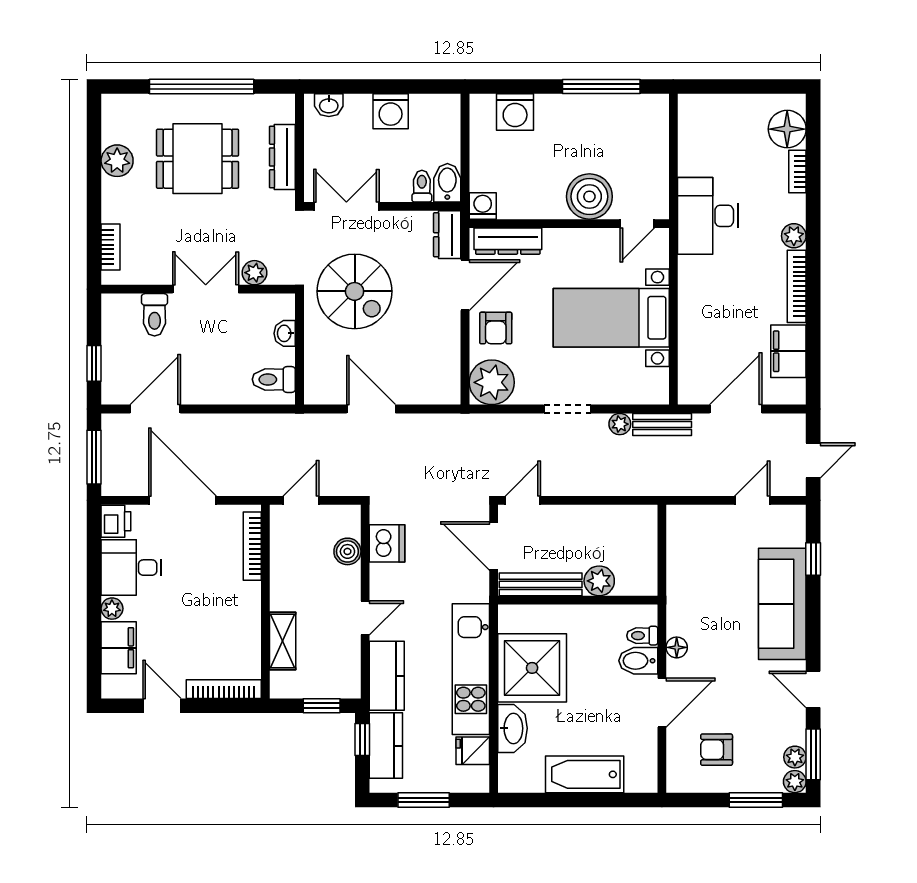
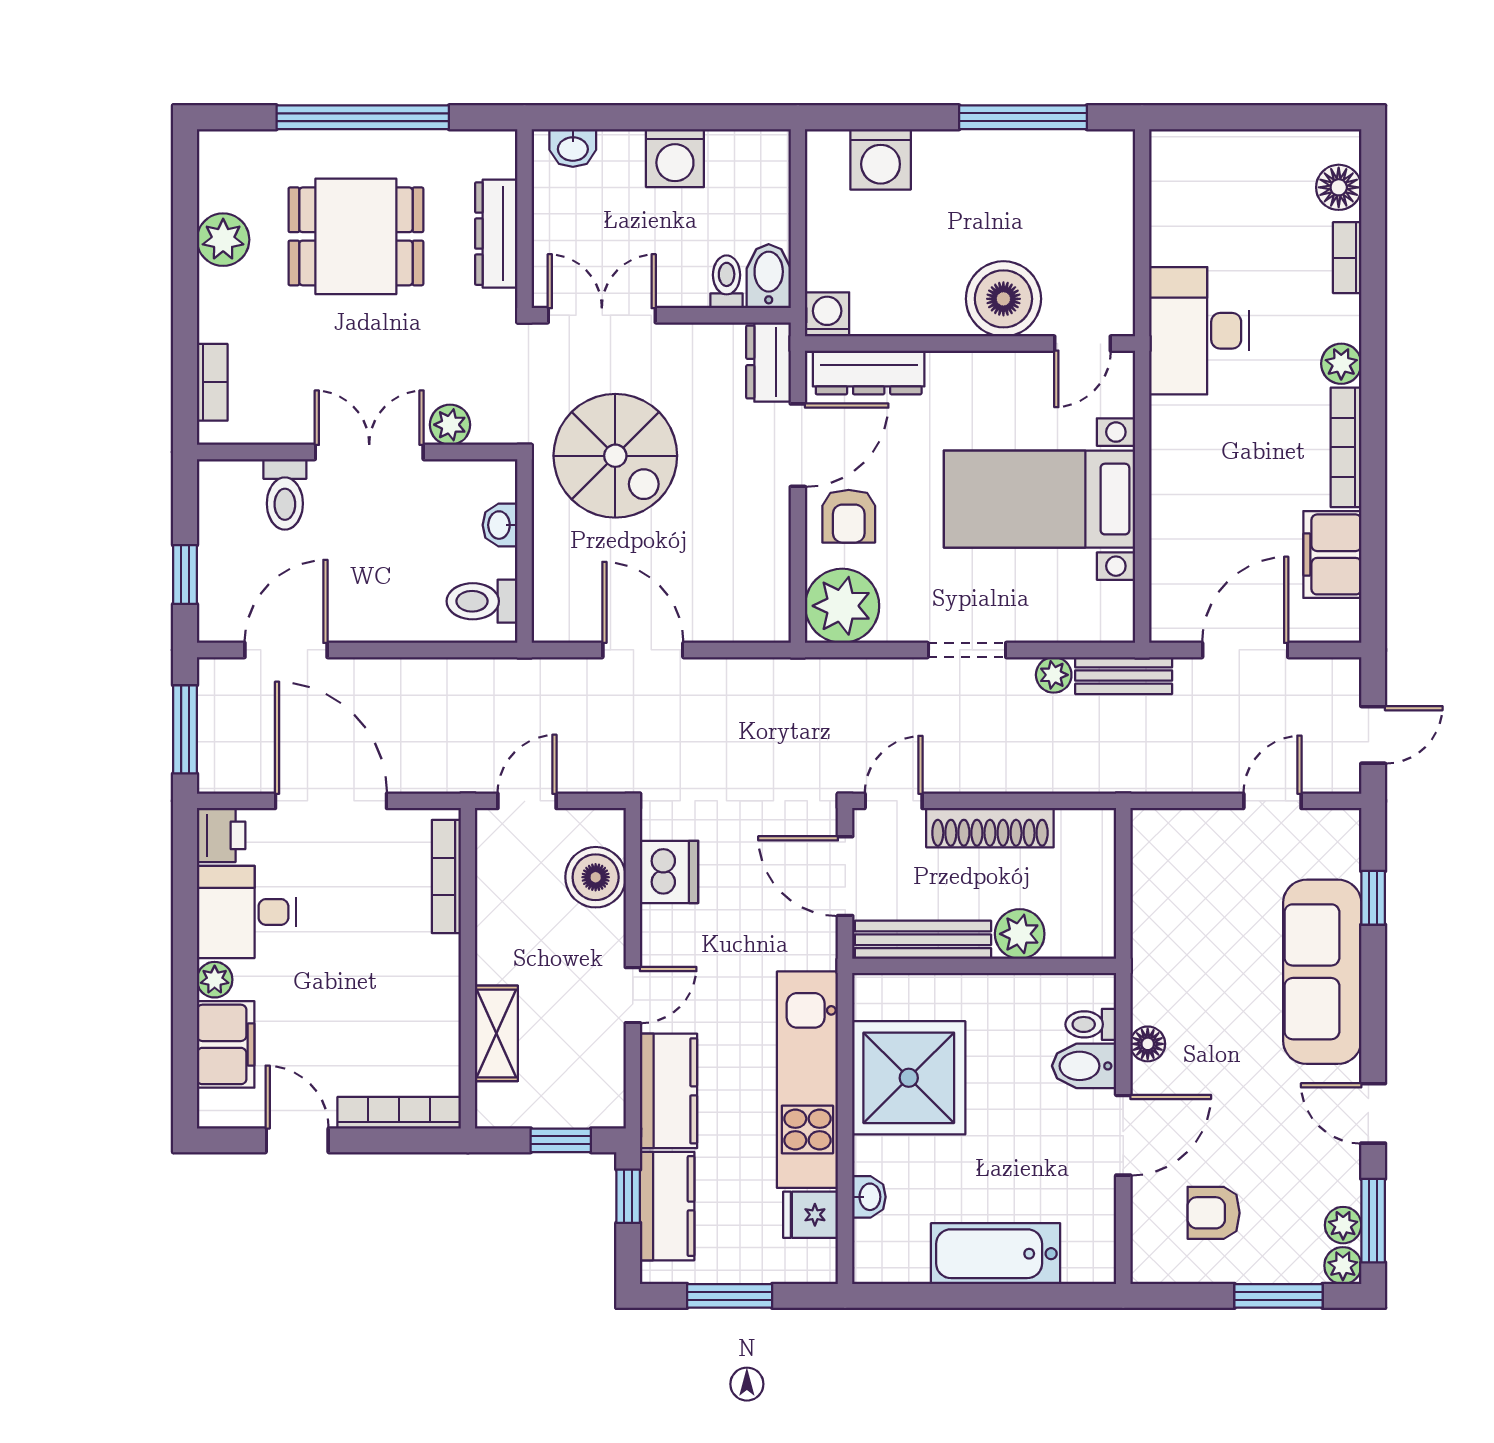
floor lamp: (787, 129) -> (1339, 187), width x0.73, depth x0.73
shoe rack: (581, 517) -> (990, 828), added
boiler: (347, 551) -> (596, 877), width x1.36, depth x1.36
washbasin: (513, 728) -> (869, 1197), width x0.52, depth x0.69

